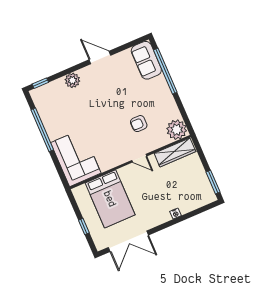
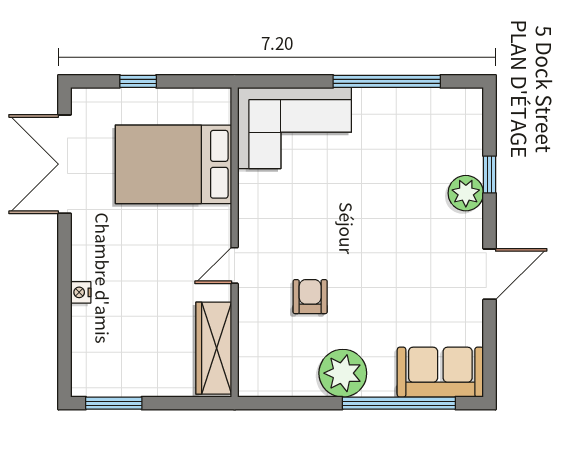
window: (40, 83) -> (490, 175), moved
plant: (177, 130) -> (343, 373), moved

